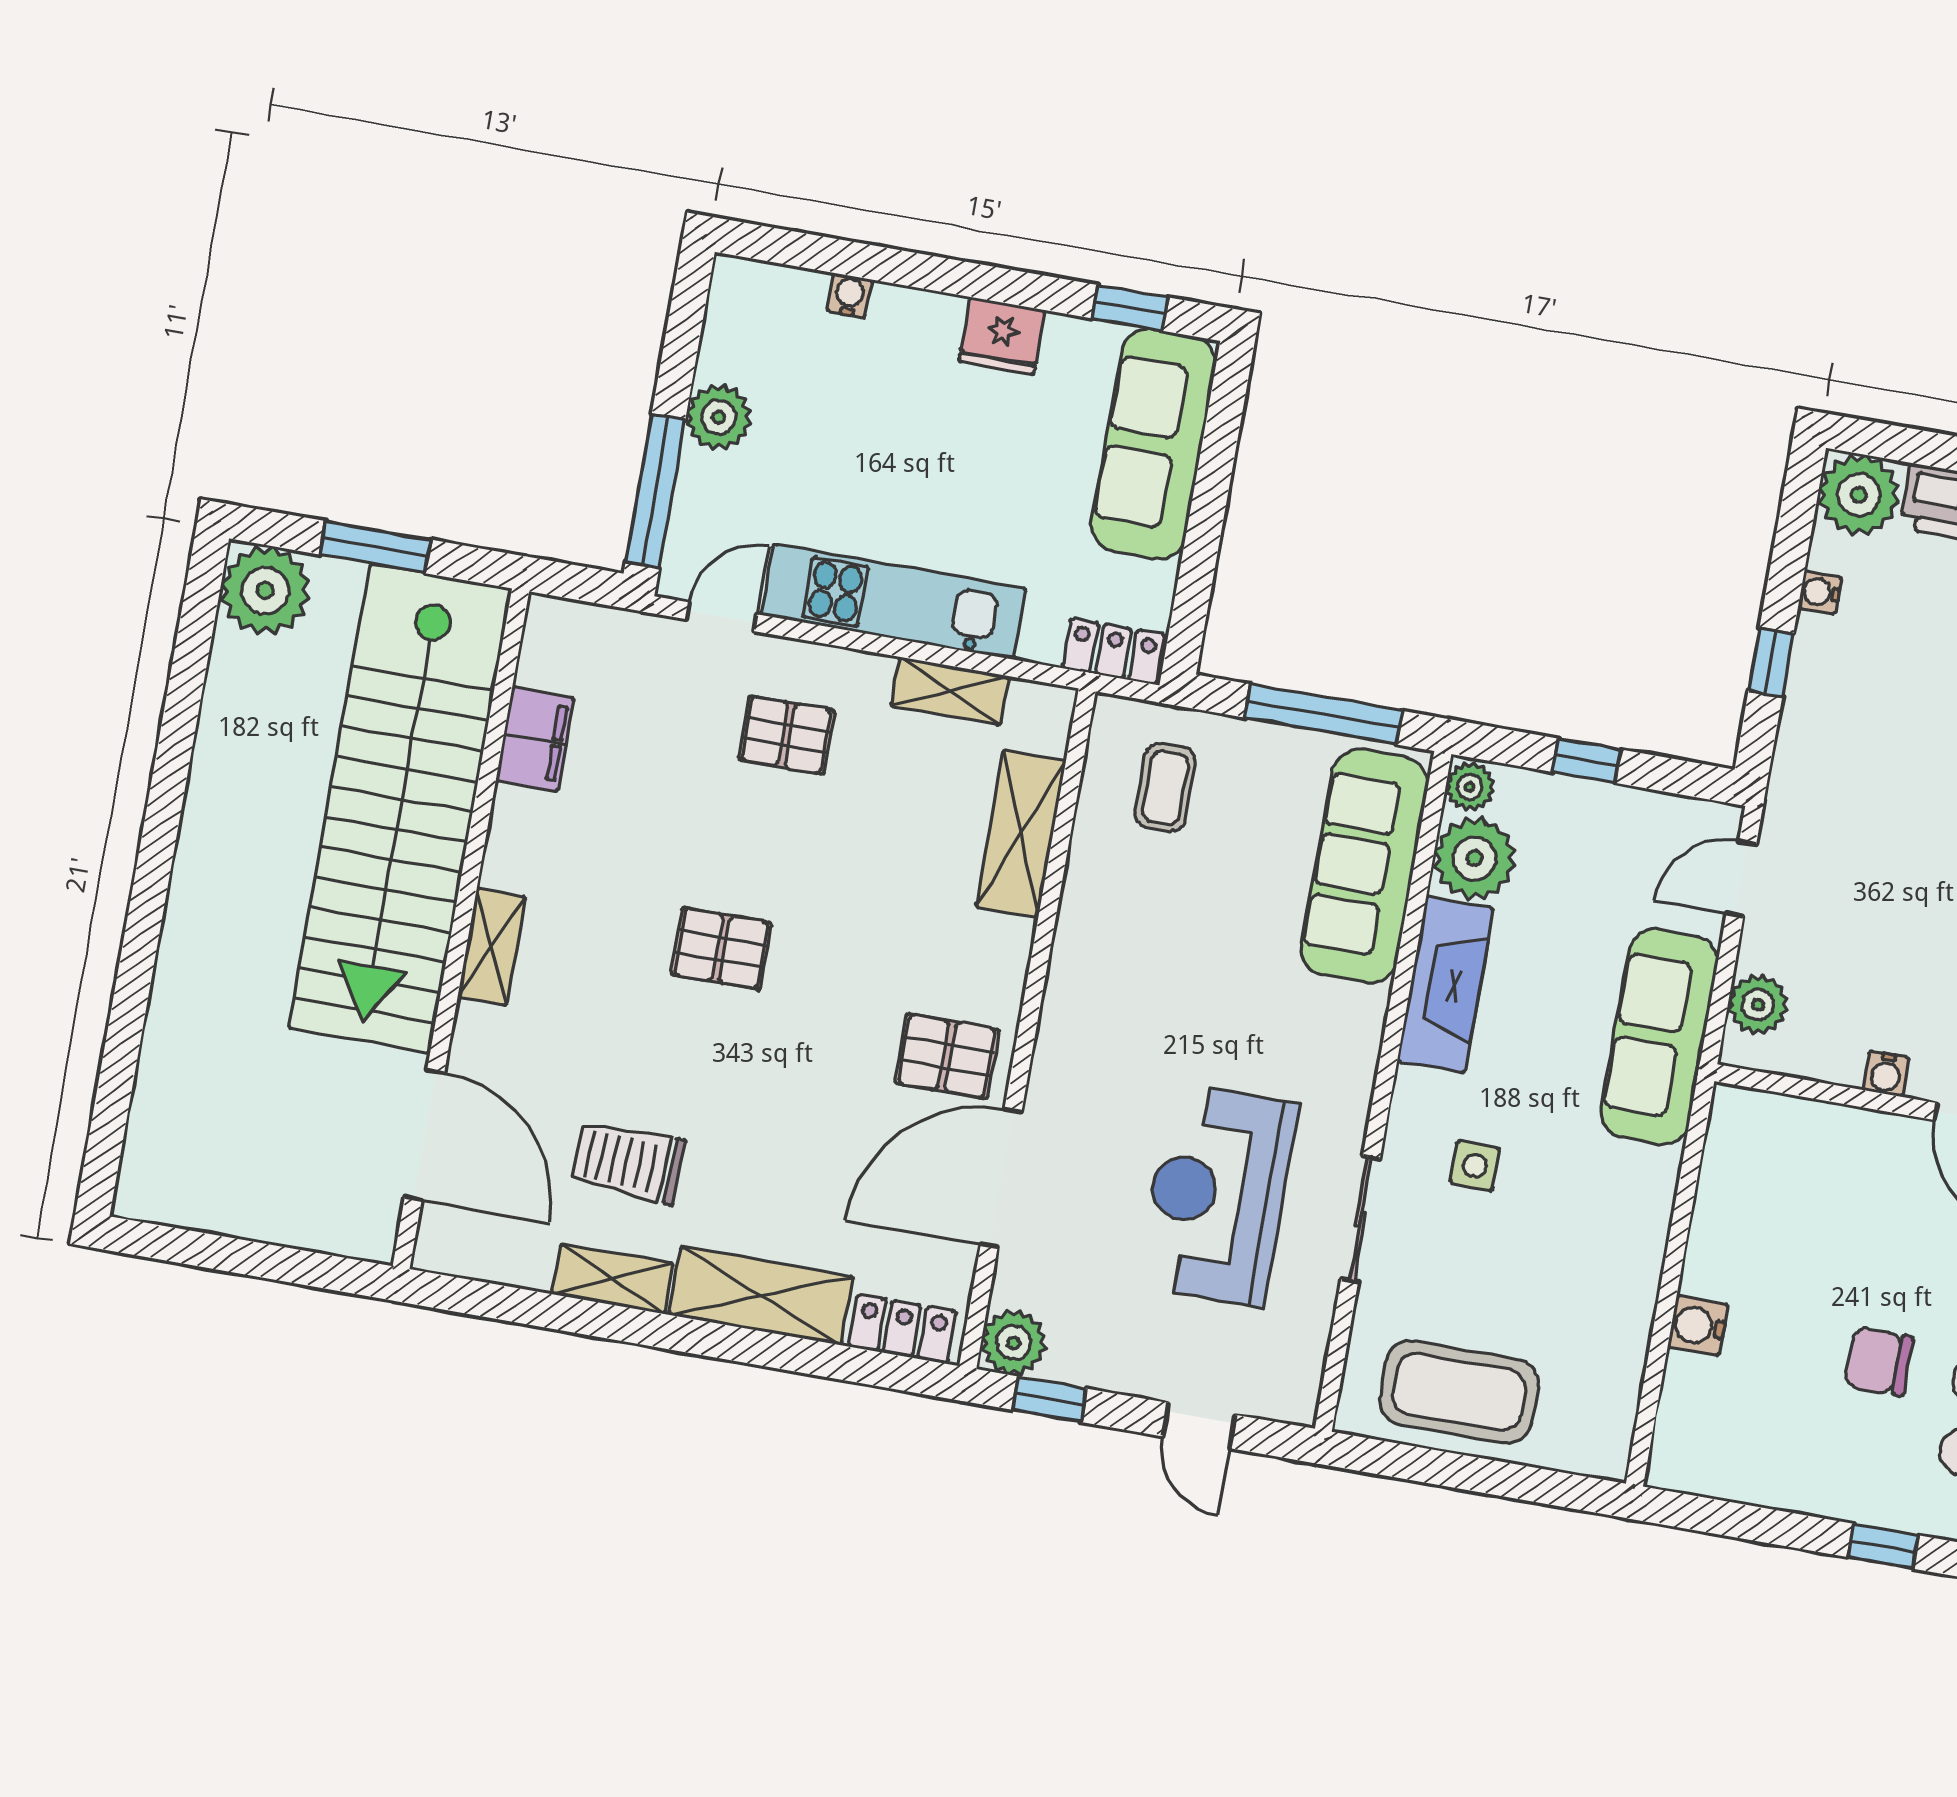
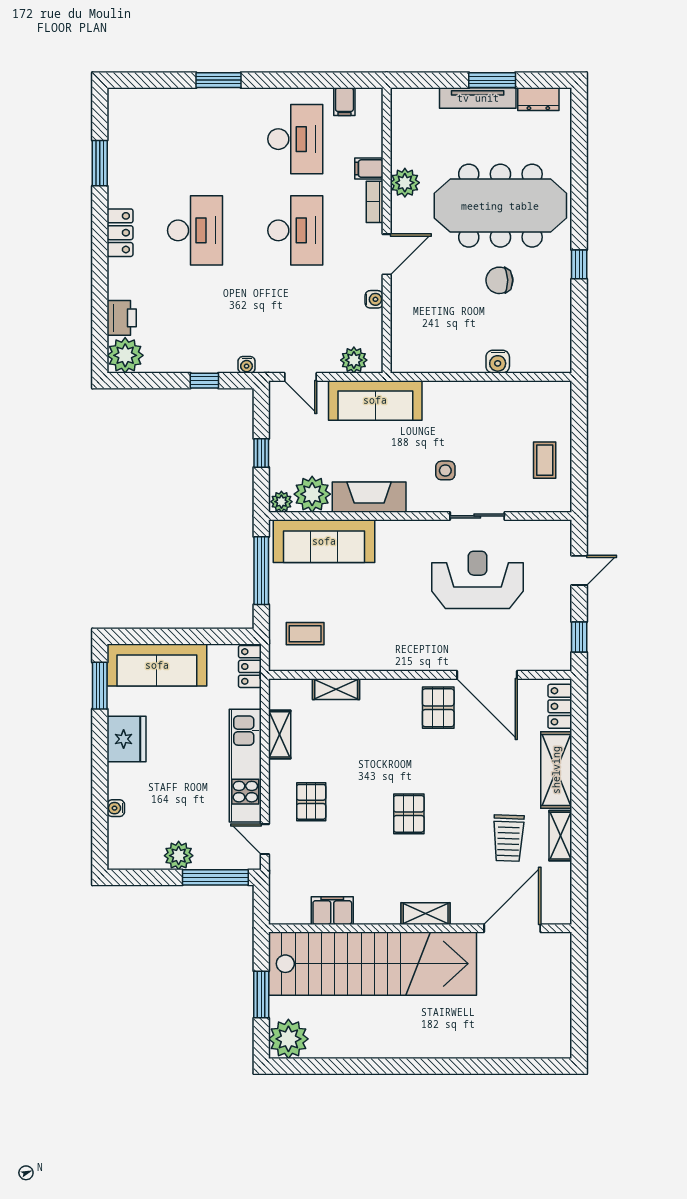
window: (1130, 308) -> (100, 686), width x1.50
fridge: (1002, 336) -> (127, 739), width x1.36, depth x1.34
water cooler: (1820, 592) -> (247, 365), moved
shelving: (1021, 834) -> (336, 689), width x0.67, depth x0.75
reception desk: (1218, 1194) -> (477, 580), turned 180
plant: (1014, 1343) -> (557, 657), removed
chair: (1879, 1362) -> (499, 280), turned 88
coffee table: (1459, 1392) -> (545, 460), width x0.54, depth x0.58

